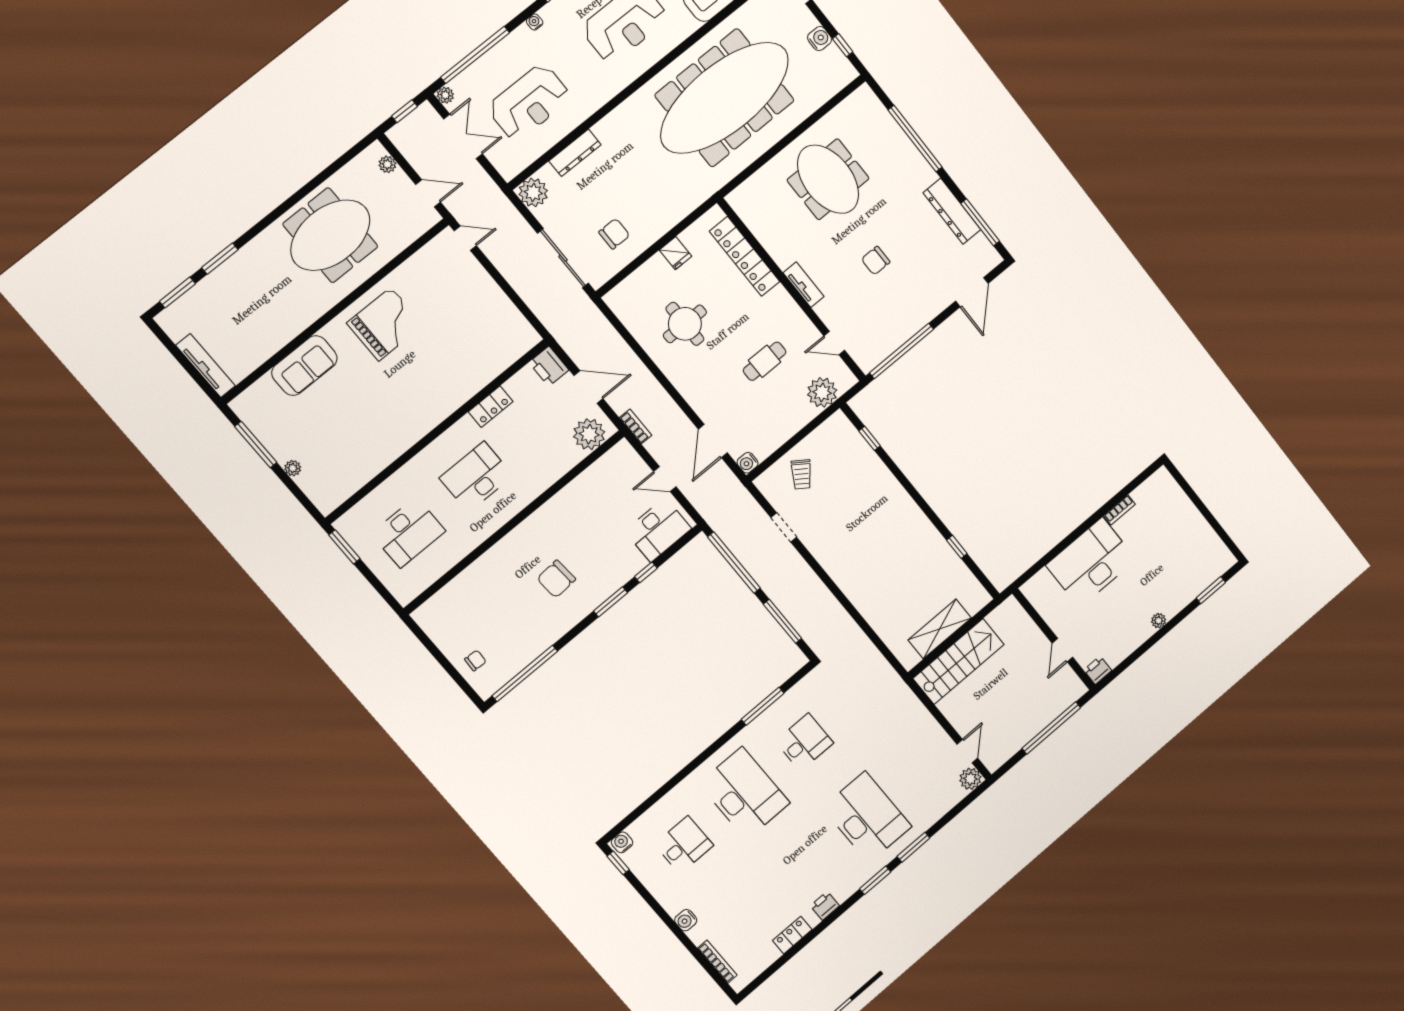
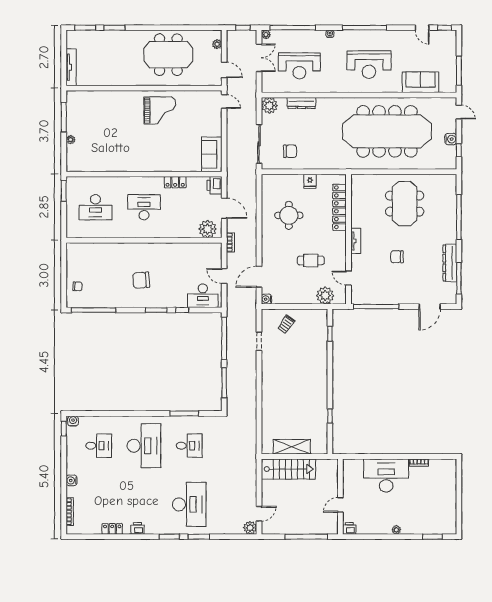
sofa: (304, 366) -> (212, 154), moved, turned 90

